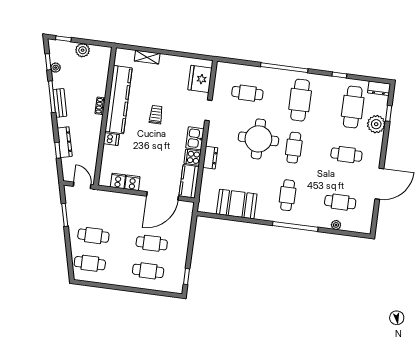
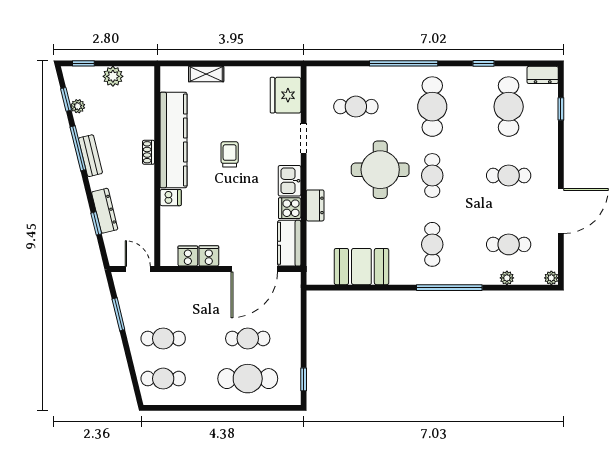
plant: (376, 124) -> (551, 278), moved, width x0.53, depth x0.53
cafe table: (148, 271) -> (248, 379), width x1.37, depth x1.35

